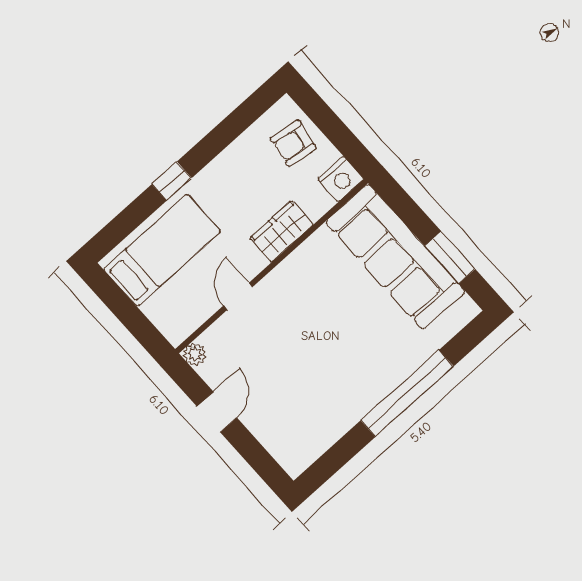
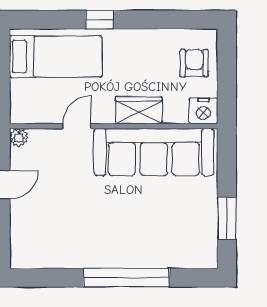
armchair: (293, 143) -> (194, 63), turned 81
sofa: (395, 257) -> (154, 152), moved, turned -90

